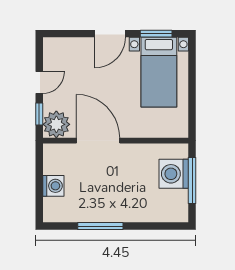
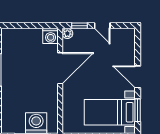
plant: (56, 124) -> (67, 33), width x0.53, depth x0.53
washing machine: (53, 186) -> (51, 36), moved

